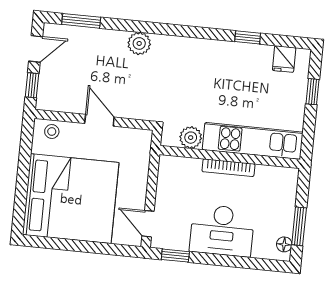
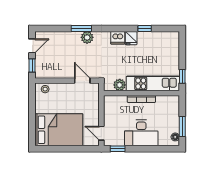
window: (81, 21) -> (81, 28), moved
dishwasher: (196, 50) -> (118, 38), added
fridge: (284, 59) -> (131, 38), moved
window: (312, 92) -> (182, 76), moved
door: (99, 120) -> (82, 81), moved
bed: (71, 199) -> (59, 130), width x0.73

